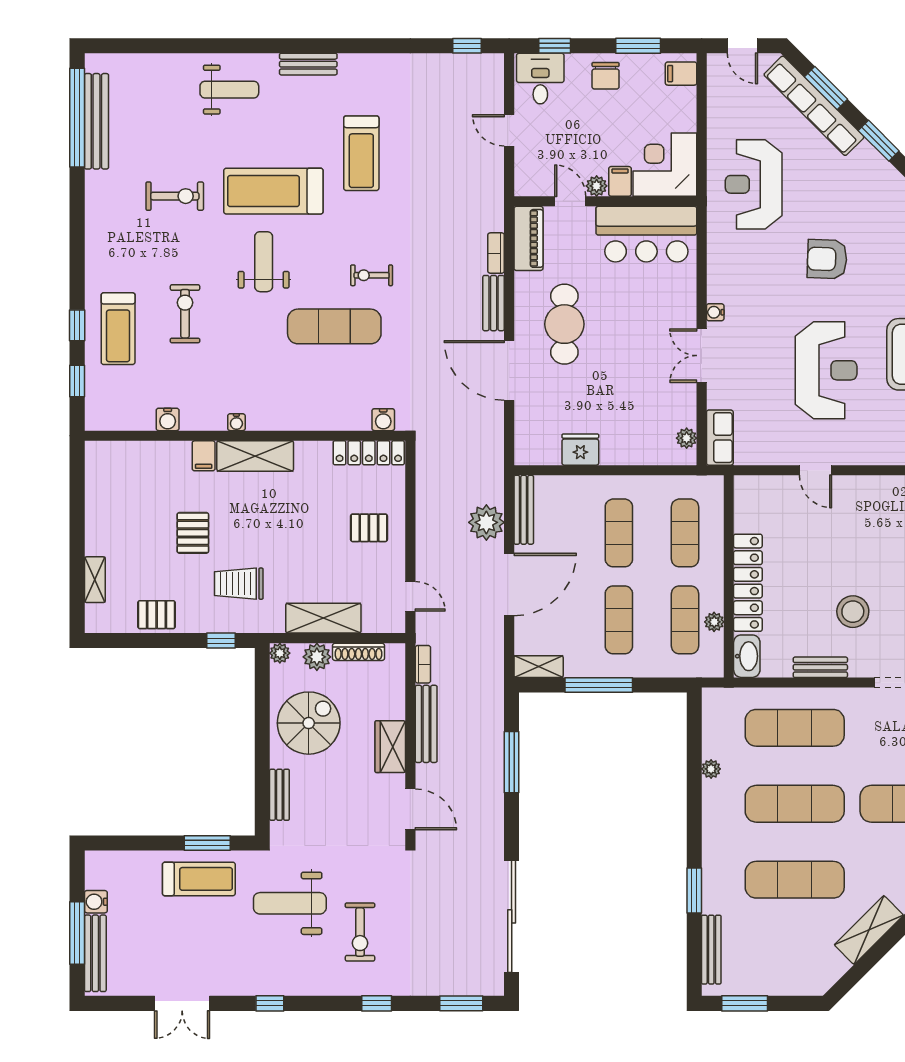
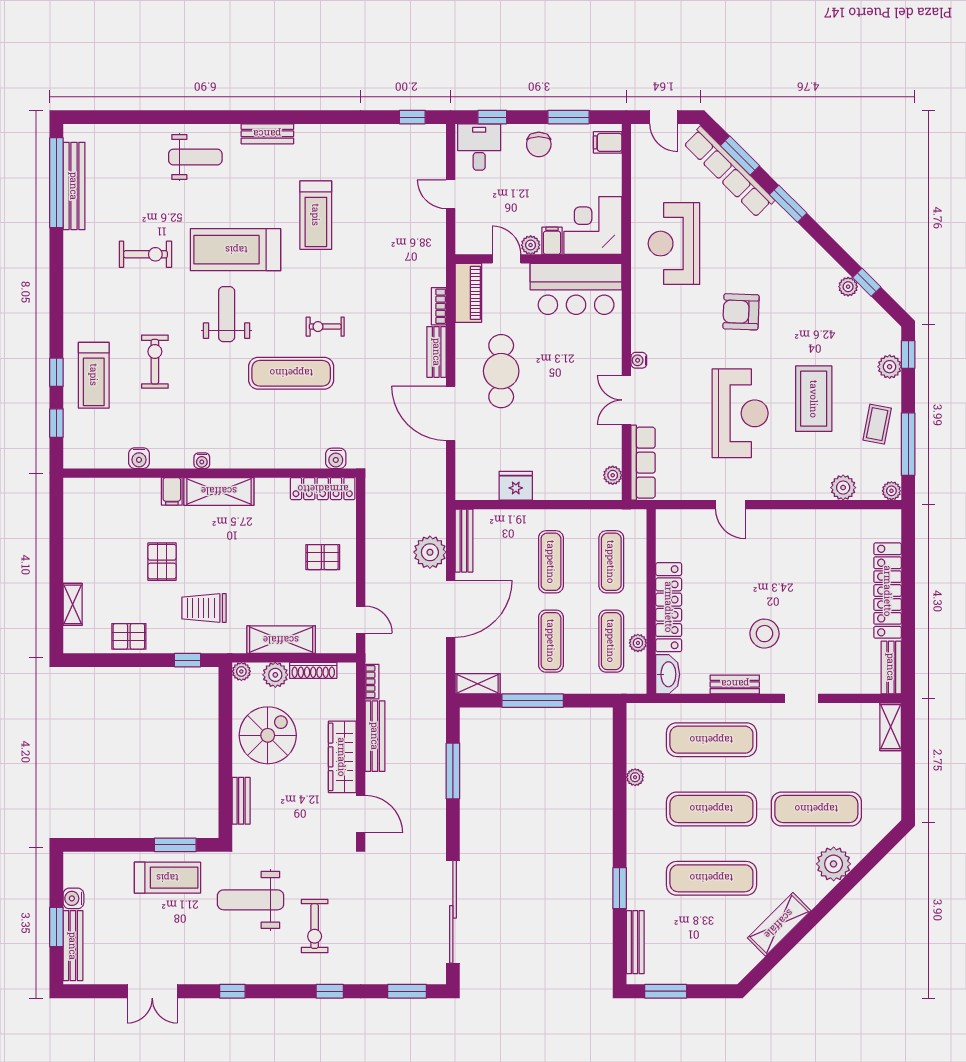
row of seats: (720, 438) -> (643, 463), width x1.48
wardrobe: (390, 747) -> (342, 757), width x1.50
window: (77, 933) -> (56, 927), width x0.69

